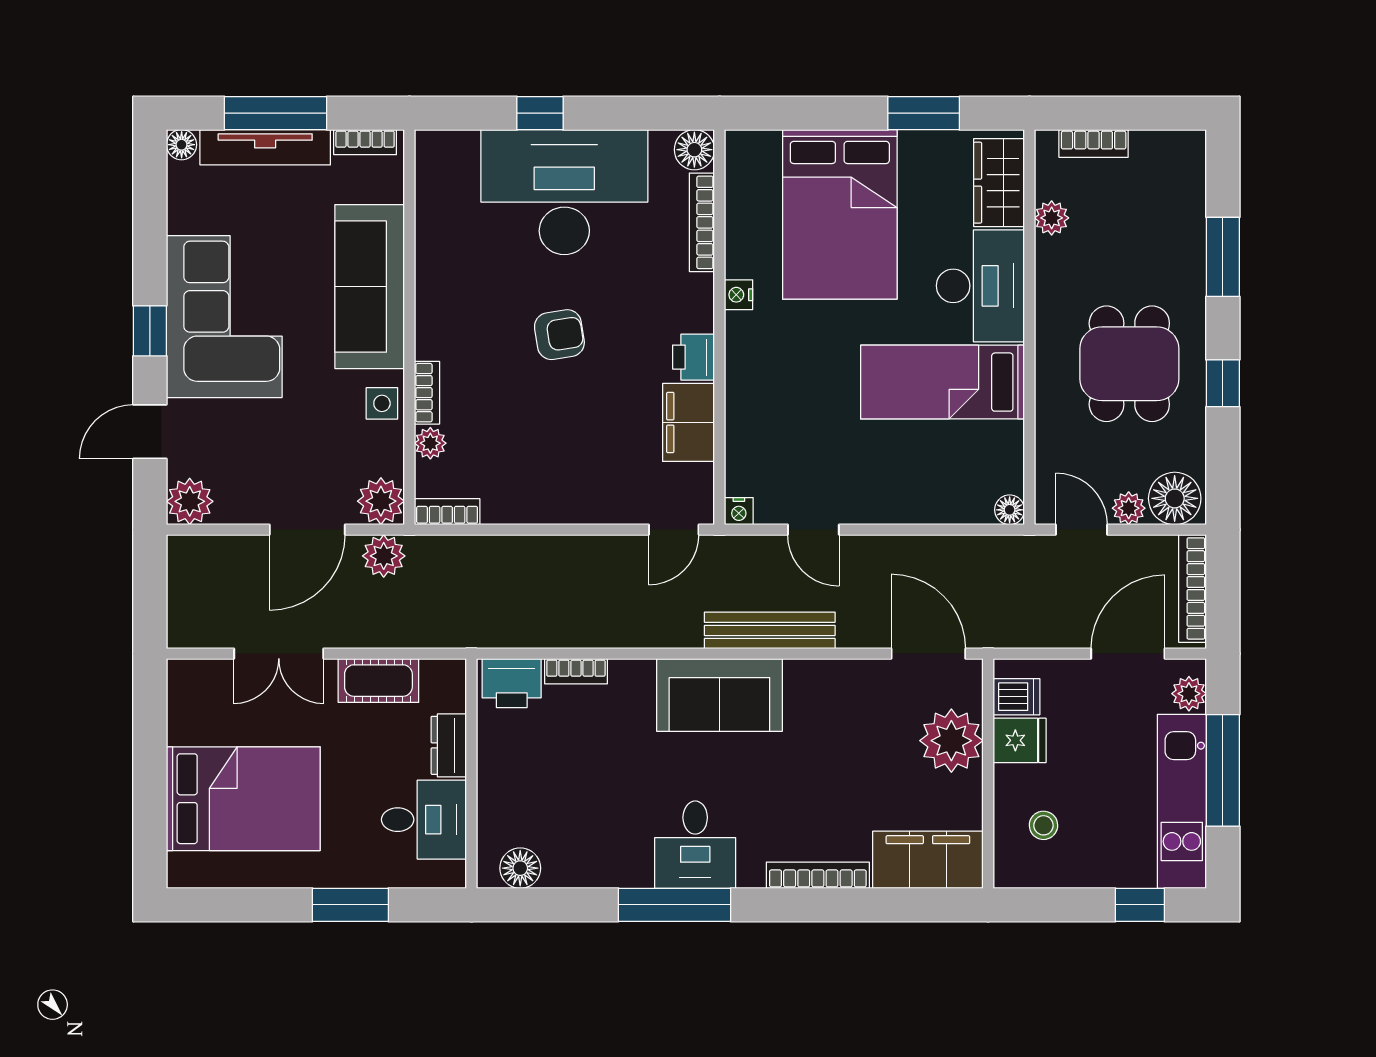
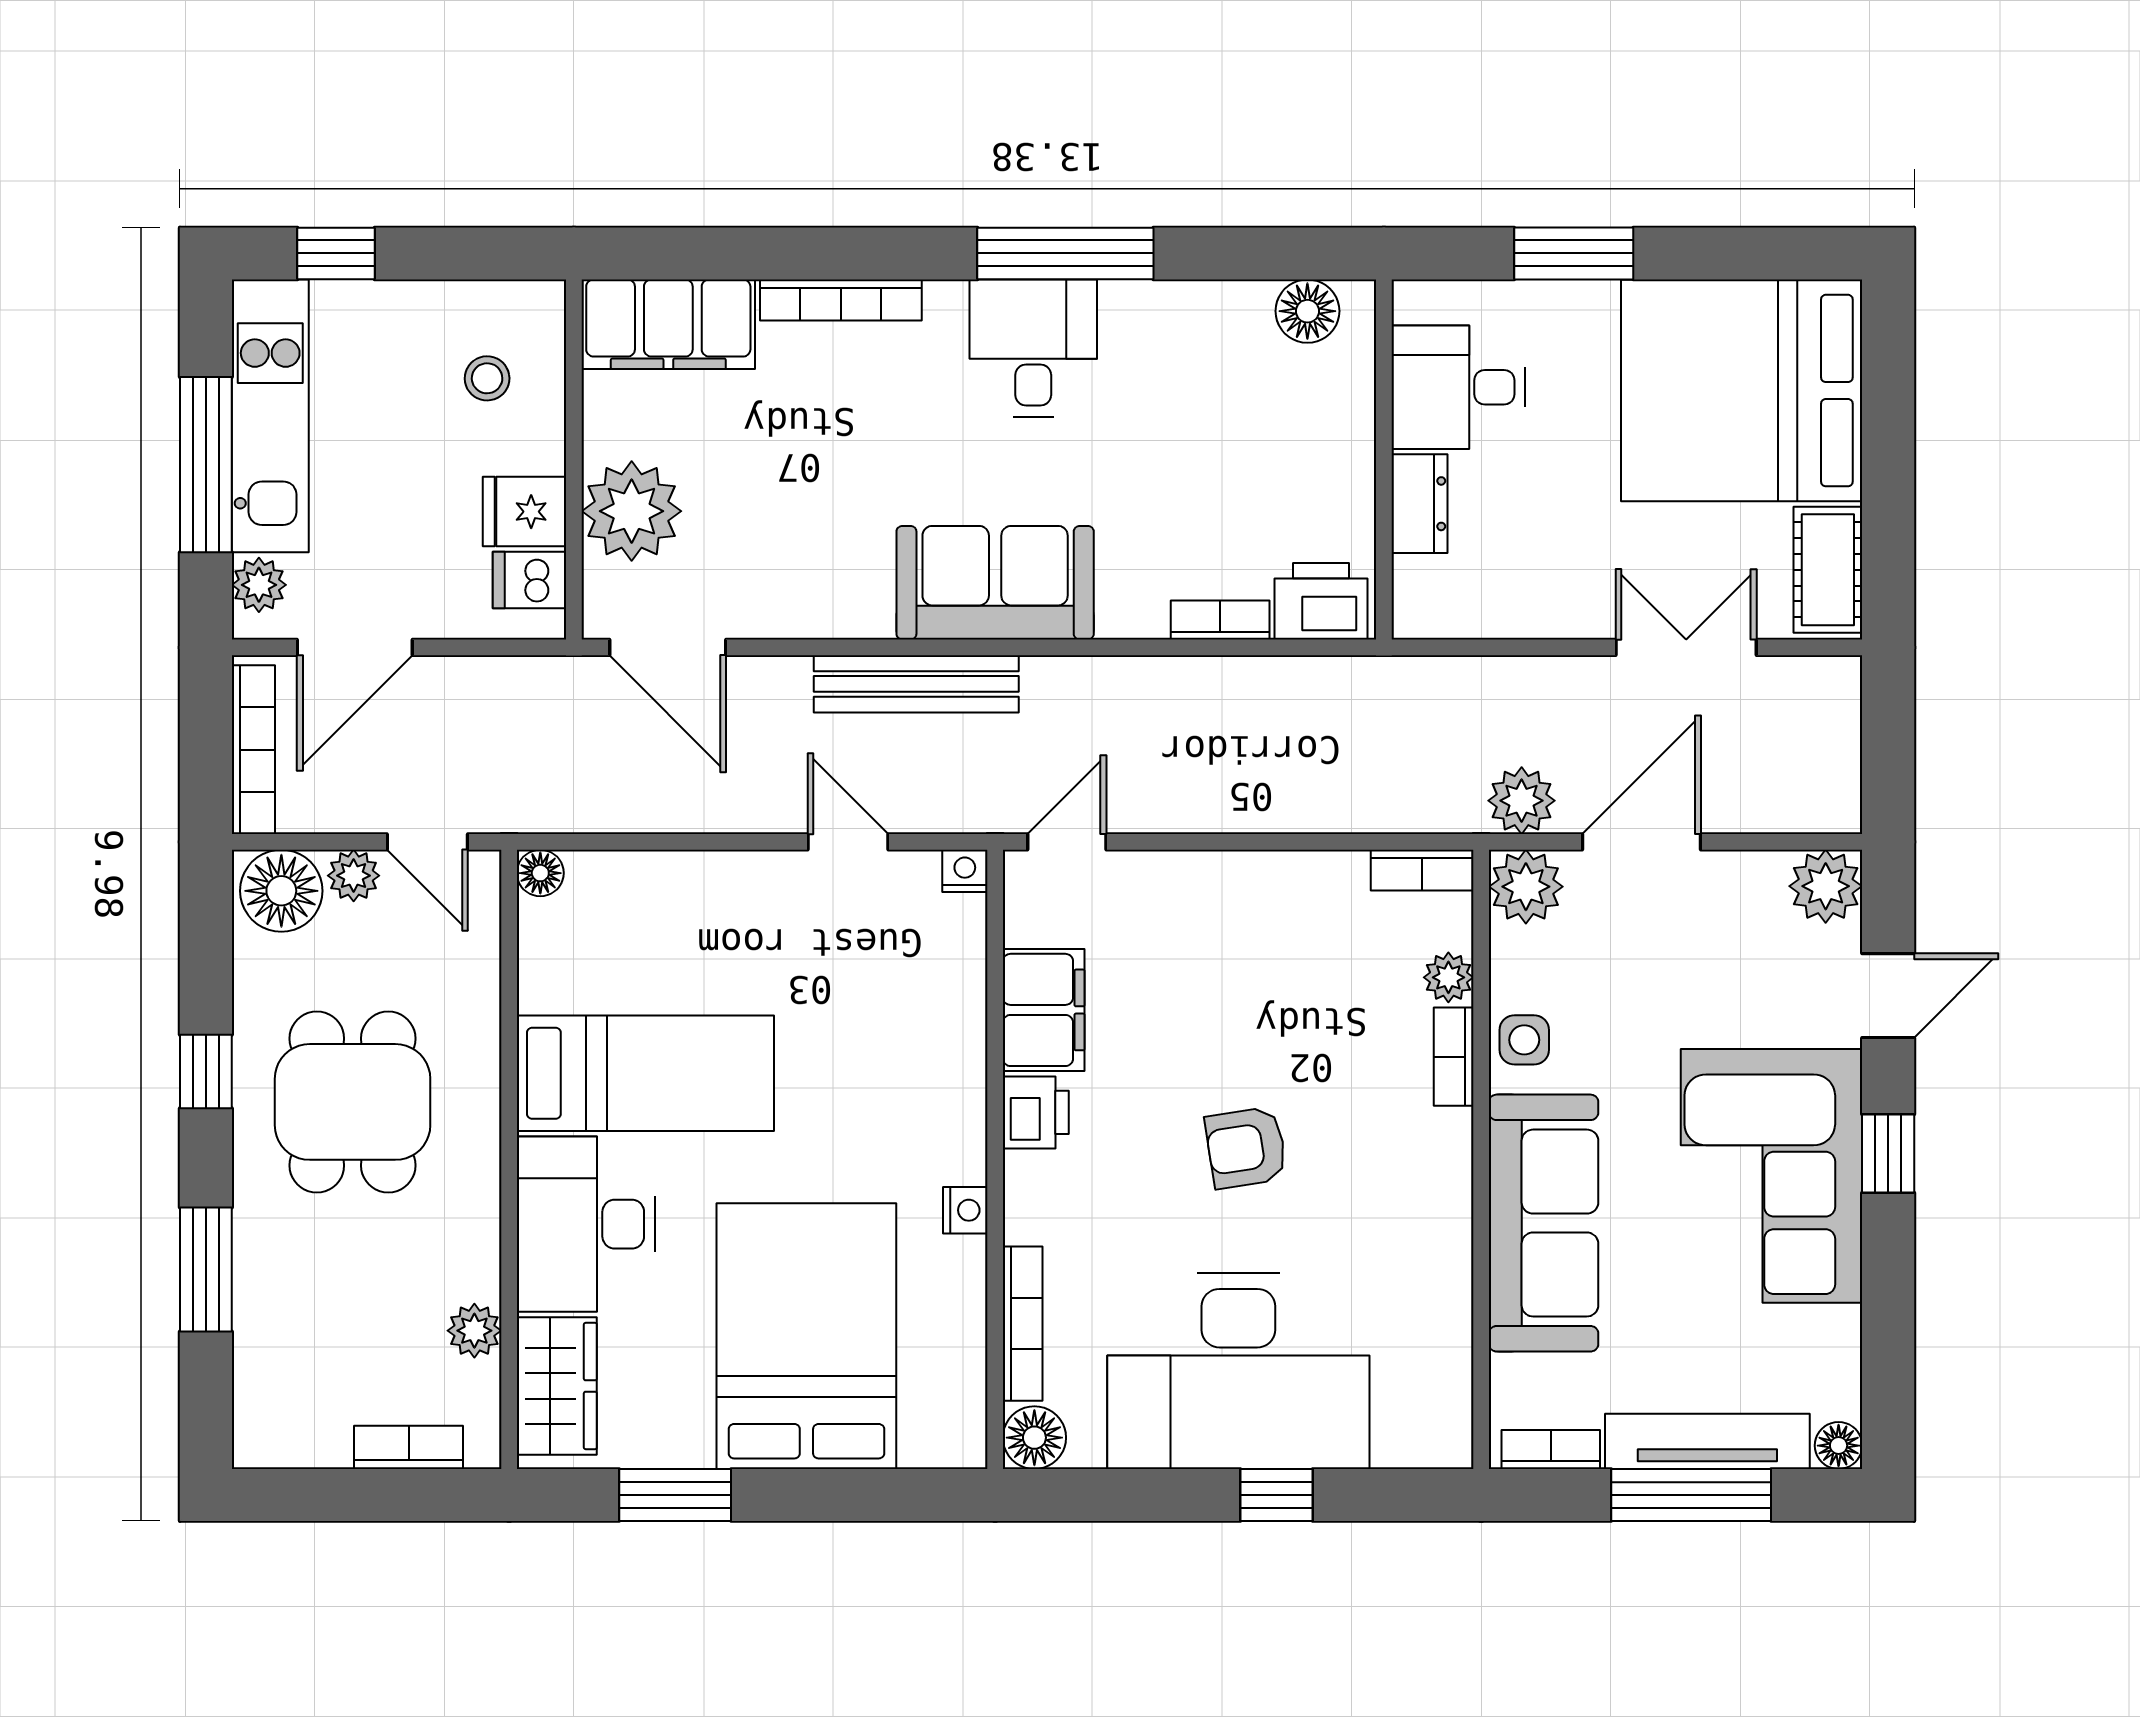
cot: (378, 681) -> (1828, 570), moved, turned 90
bed: (243, 799) -> (1742, 391), width x1.36

